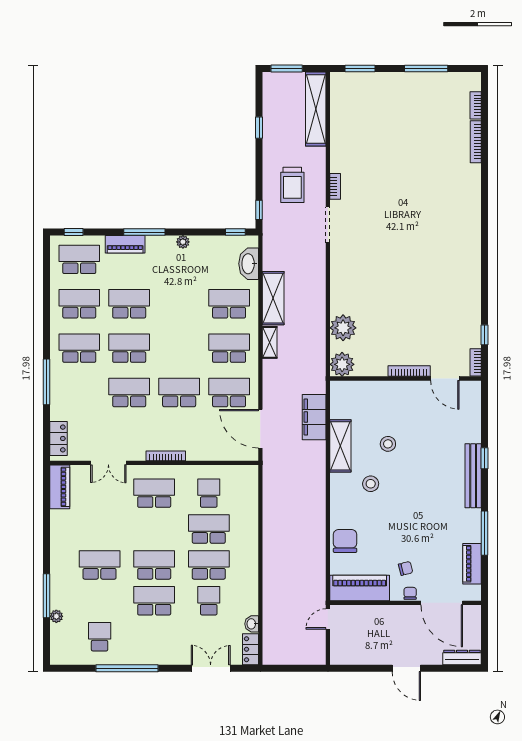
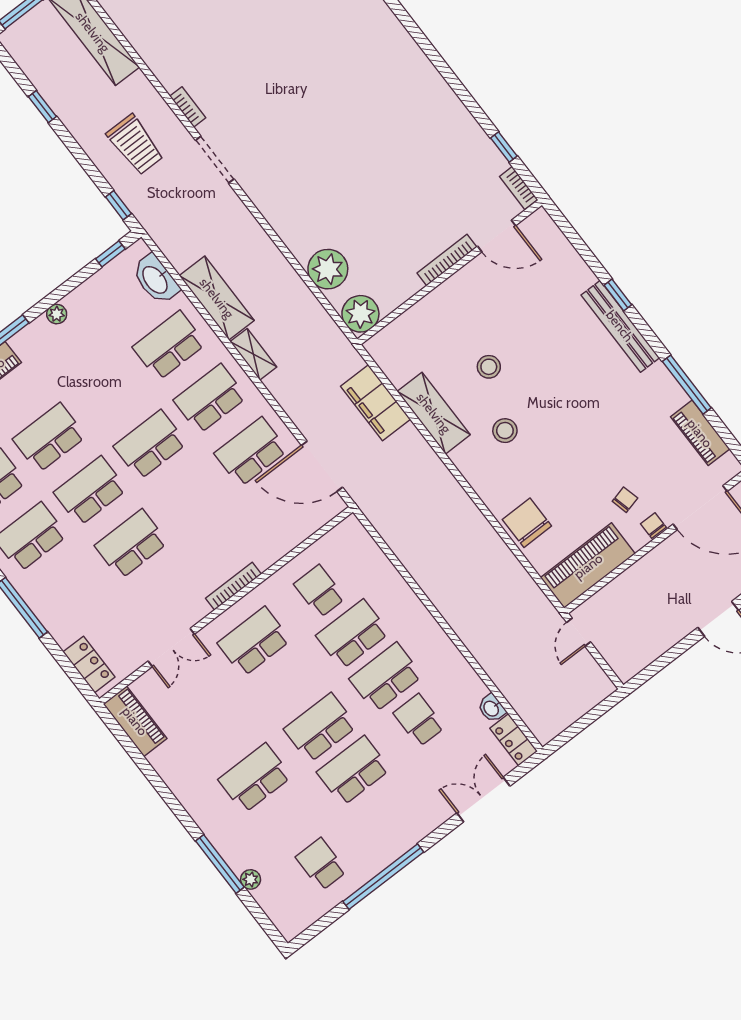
school desk: (179, 393) -> (150, 445), moved

